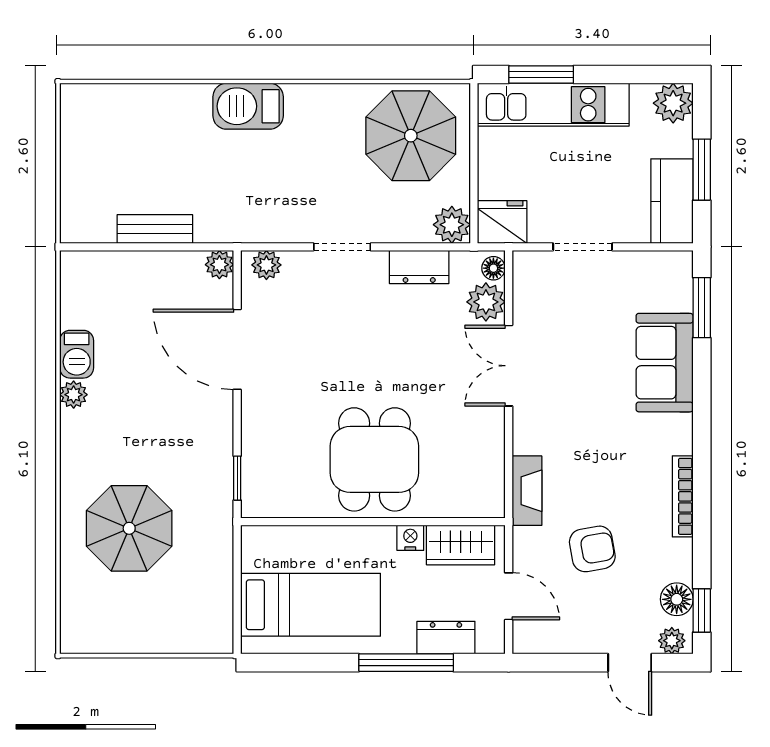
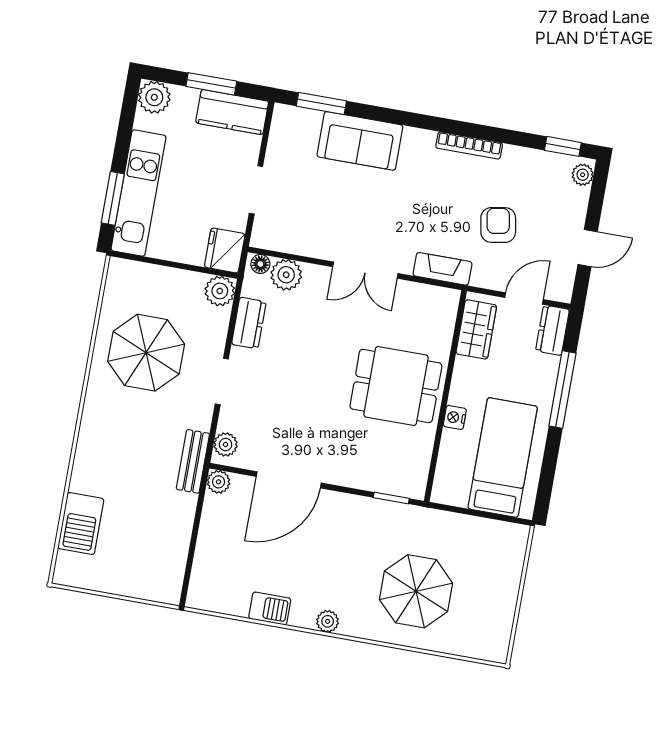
barbecue: (248, 106) -> (81, 524), moved
parasol: (411, 136) -> (146, 353), moved
bench: (155, 229) -> (193, 461), moved
double door: (509, 366) -> (365, 270), moved
plant: (74, 395) -> (328, 621), moved
nightstand: (410, 538) -> (455, 417), moved
floor lamp: (677, 599) -> (550, 165), removed
dresser: (446, 638) -> (552, 330), moved
door: (630, 663) -> (588, 248), moved

